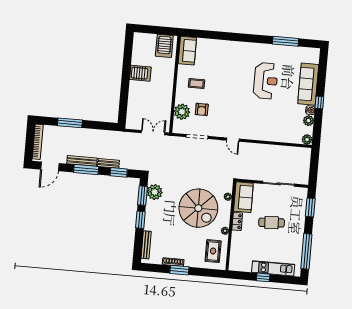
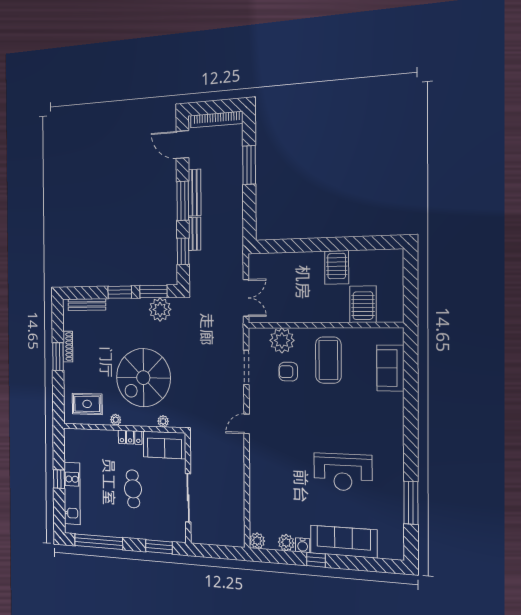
server rack: (164, 46) -> (363, 304), moved, turned 90
sofa: (187, 51) -> (390, 368), moved, turned 90
coffee table: (197, 83) -> (328, 360), width x1.86, depth x1.72

